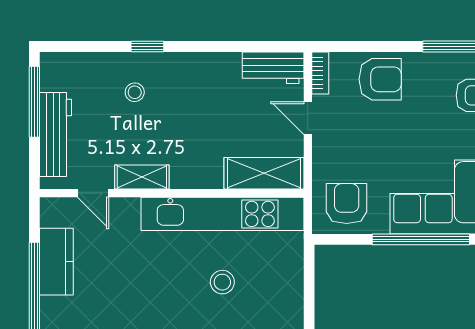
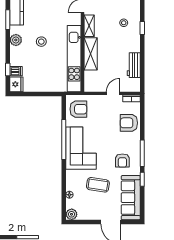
workbench: (273, 68) -> (134, 65), moved
armchair: (380, 79) -> (129, 123), turned 90
shelving: (264, 173) -> (91, 54), moved
stool: (222, 282) -> (41, 42), moved

